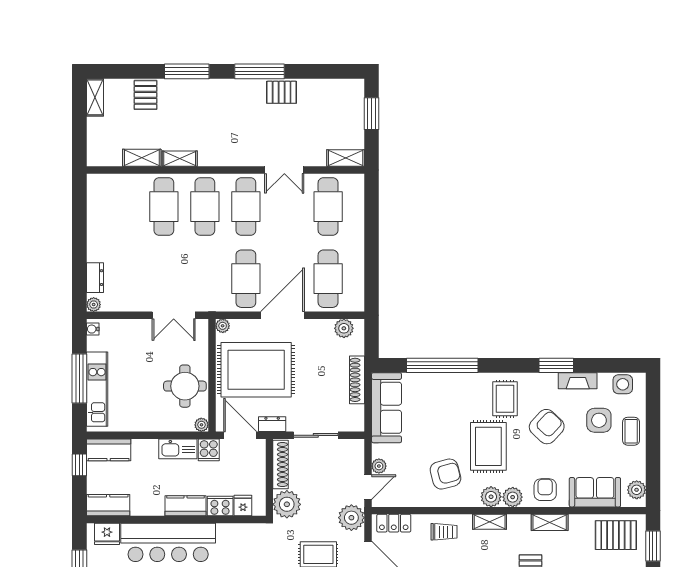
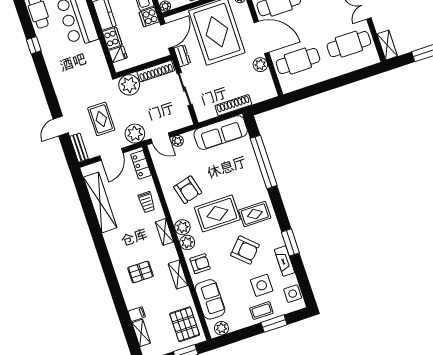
plant: (344, 328) -> (260, 65), moved
window: (653, 421) -> (274, 324), added

